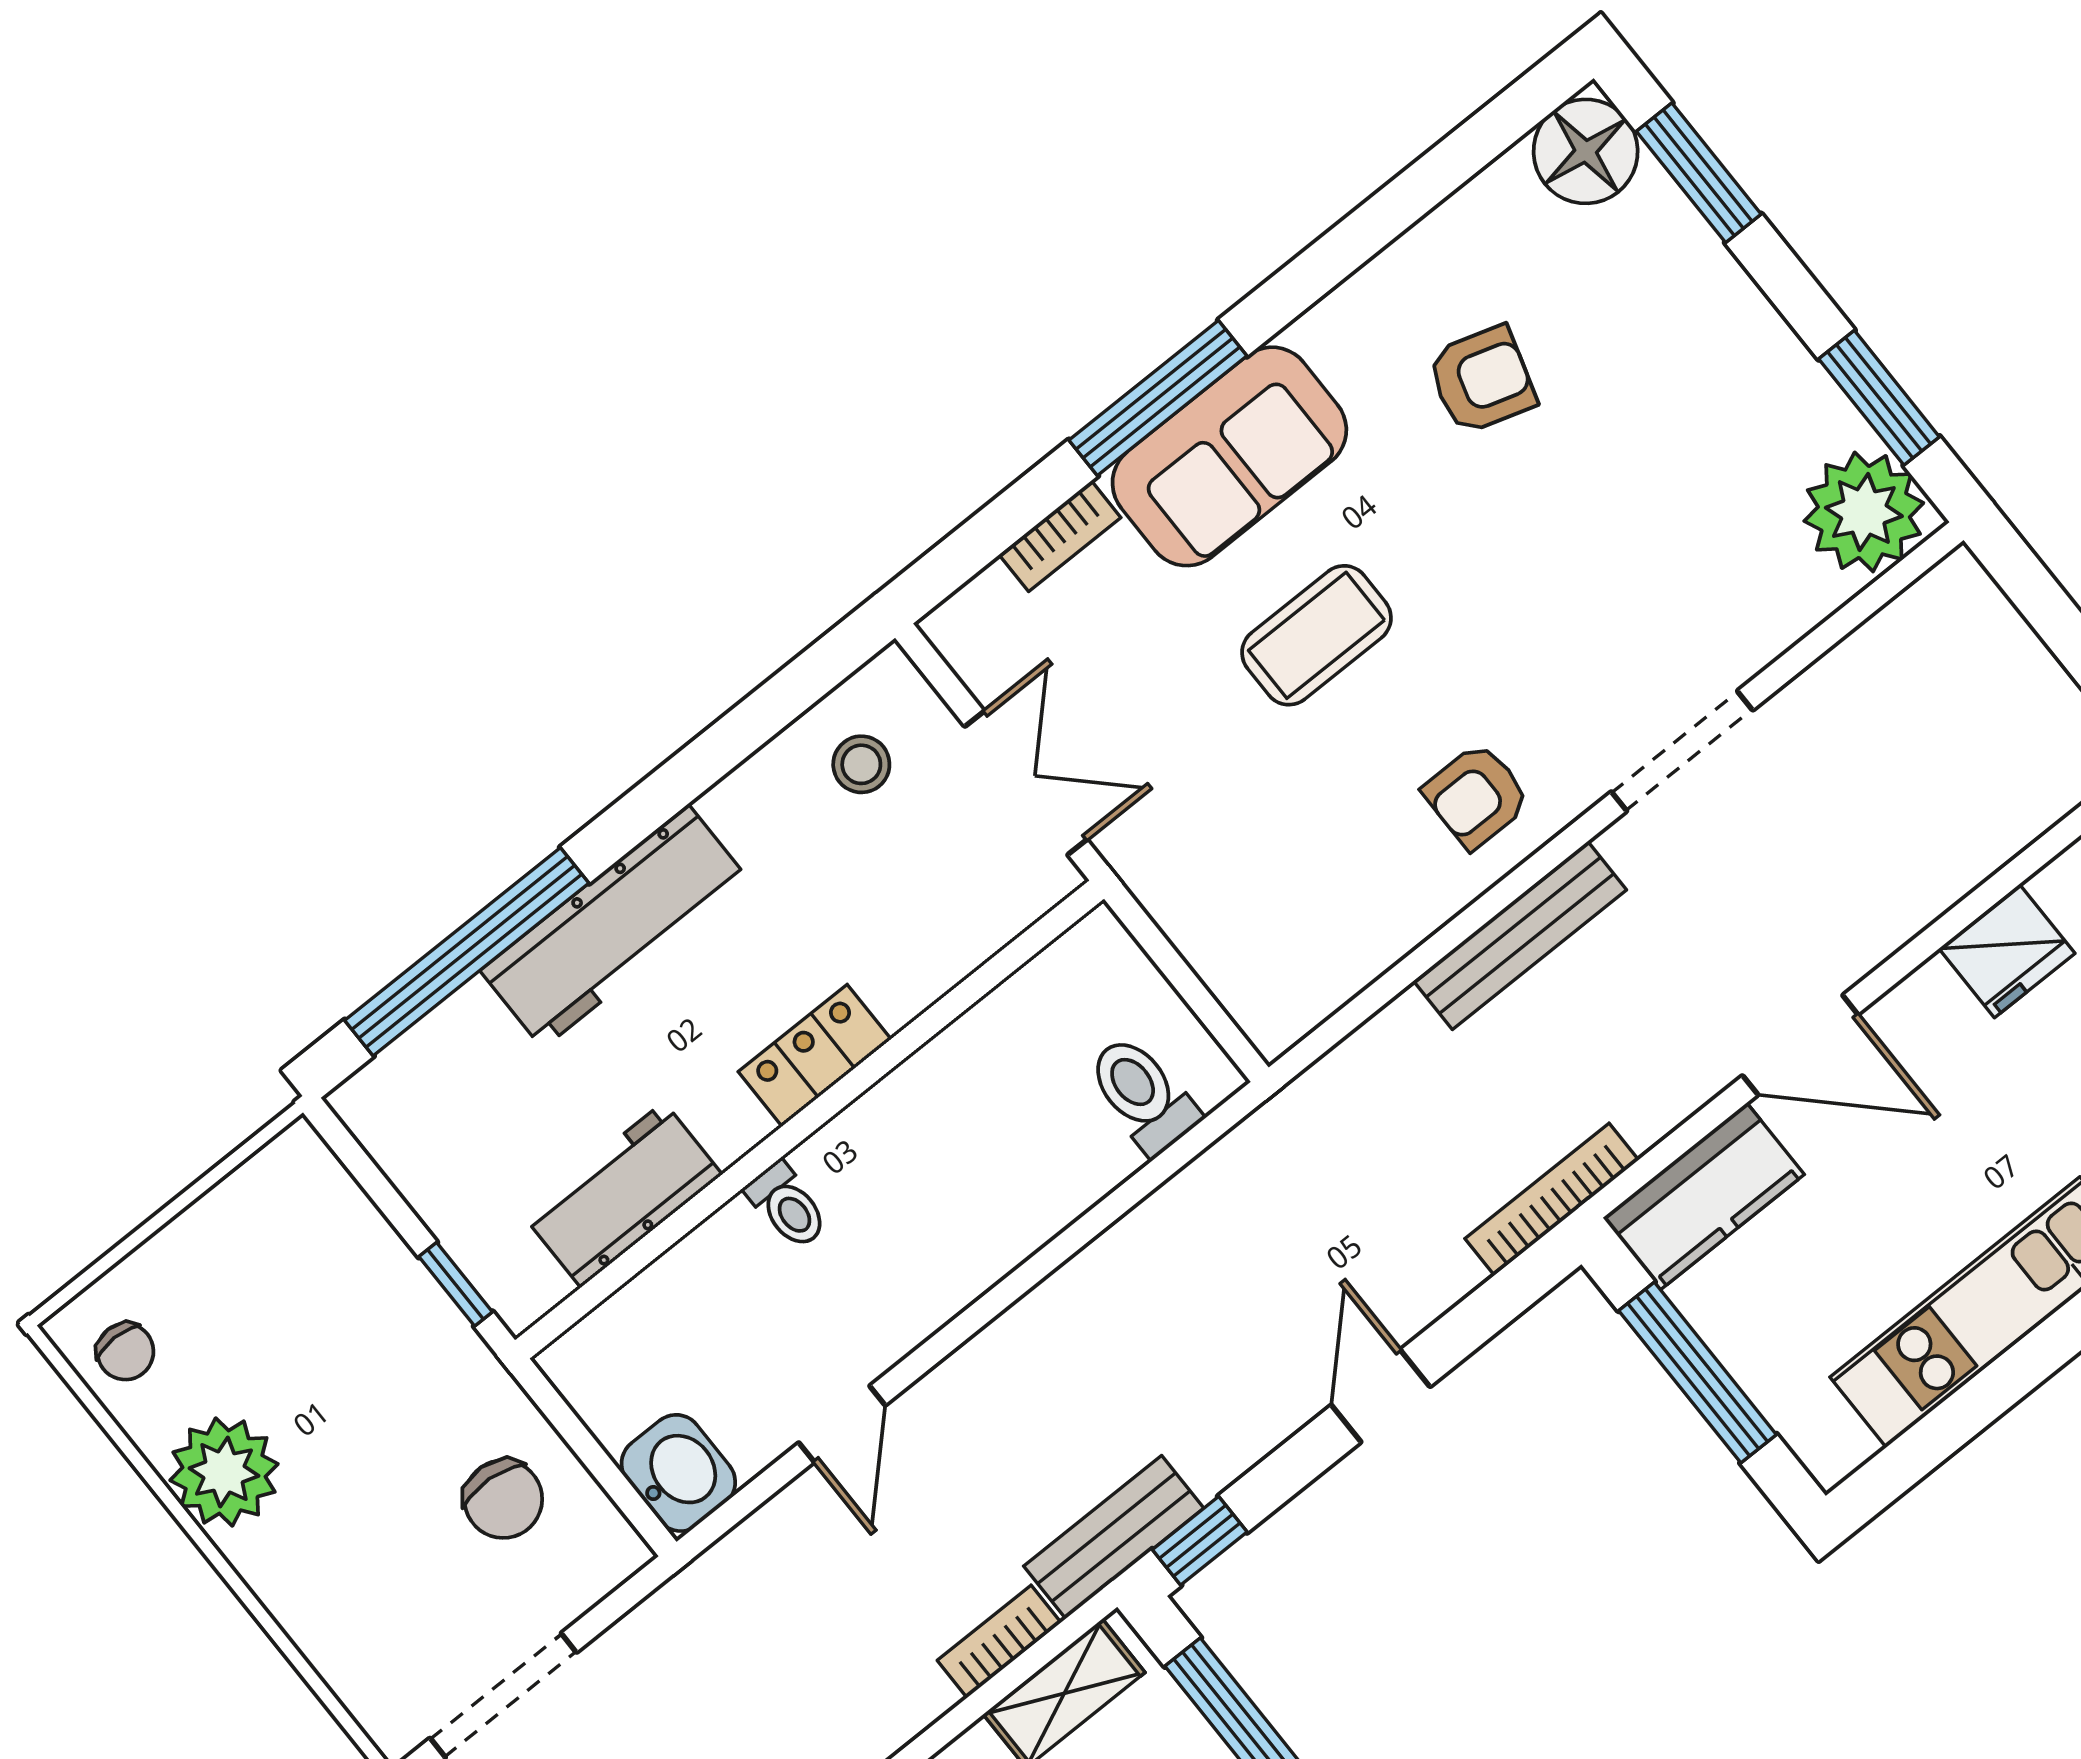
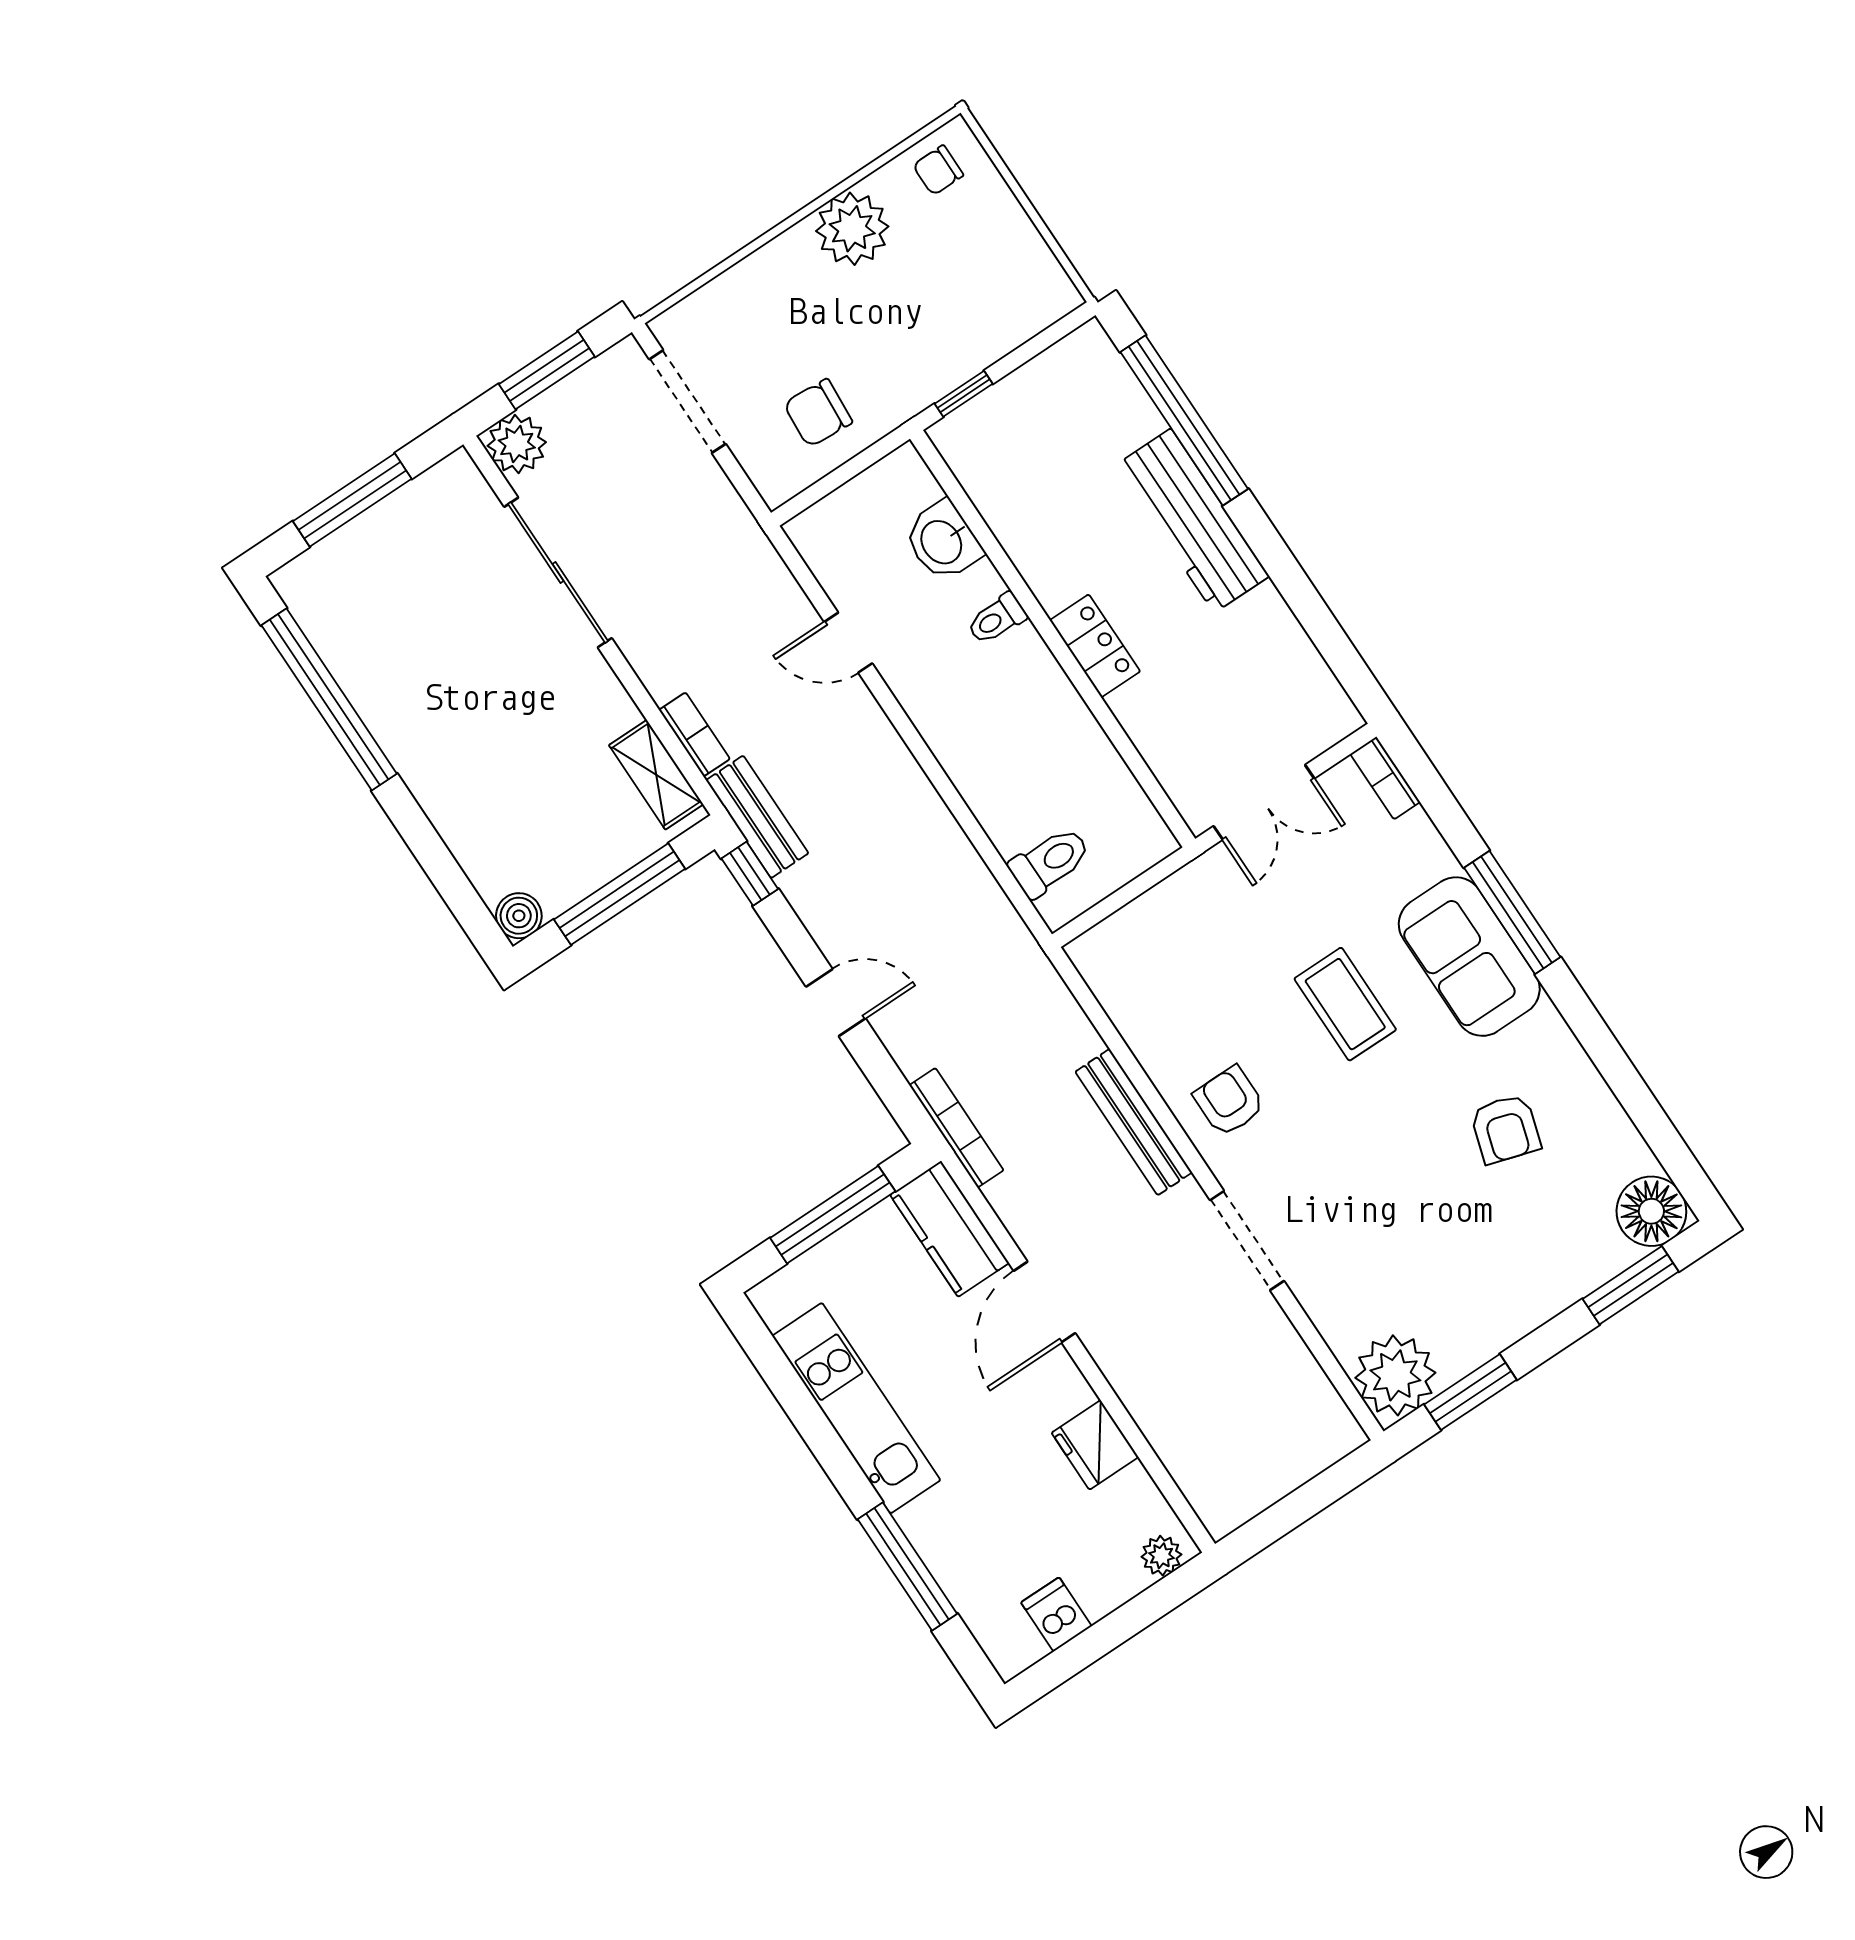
bookcase: (1060, 536) -> (1385, 778), moved
stool: (861, 764) -> (1286, 694), removed
workbench: (622, 1195) -> (1014, 510), removed
washbasin: (678, 1473) -> (943, 541), moved, turned 90

